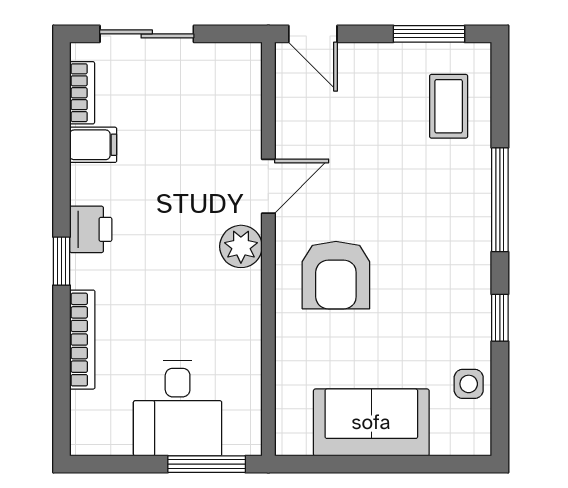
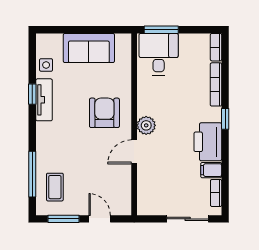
door: (313, 34) -> (100, 219), moved
window: (500, 200) -> (32, 174), moved
printer: (91, 229) -> (208, 142), width x1.87, depth x1.48
tv unit: (473, 305) -> (44, 100), added
desk: (178, 408) -> (159, 54), moved
bookcase: (82, 424) -> (216, 47), added

